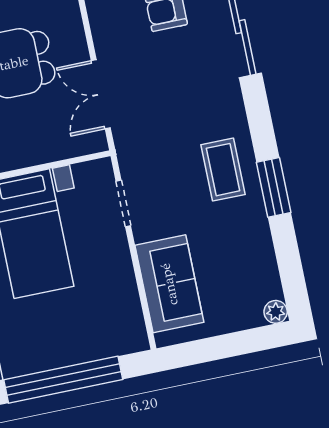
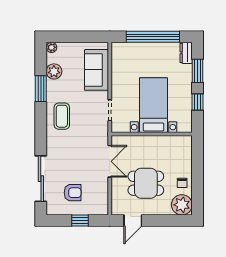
window: (274, 187) -> (41, 89), moved
plant: (260, 262) -> (54, 71), added

